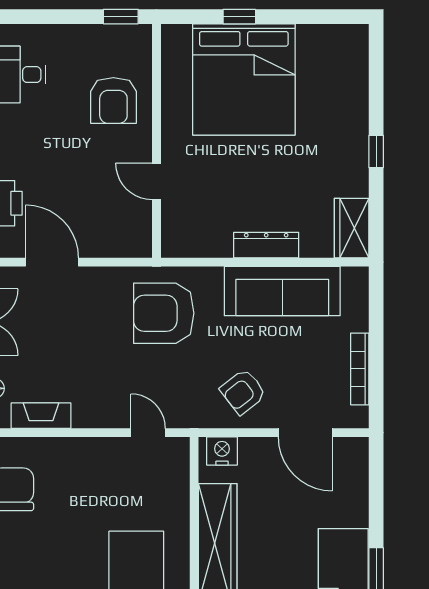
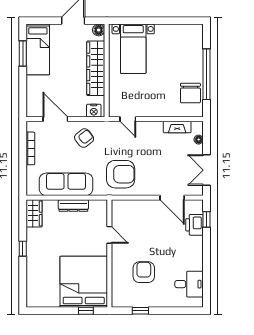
wall: (157, 141) -> (109, 254), moved
door: (157, 181) -> (109, 235), moved

